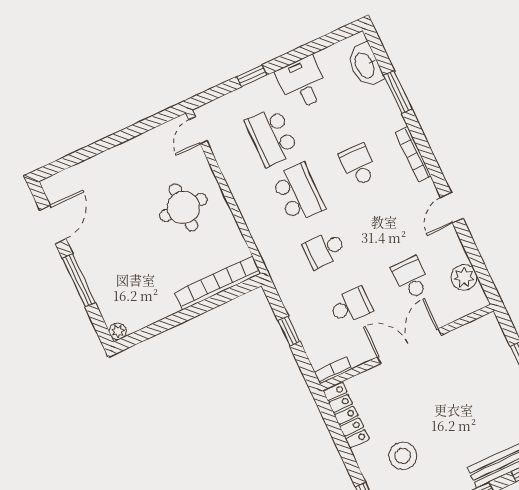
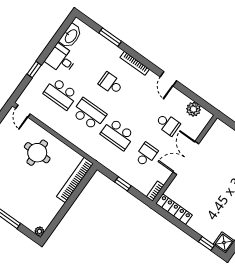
washbasin: (365, 65) -> (71, 36), moved, turned -90
school desk: (324, 249) -> (118, 134), width x1.85
school desk: (411, 278) -> (168, 124), turned 180
stool: (403, 456) -> (213, 213), removed

